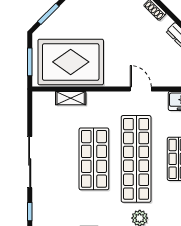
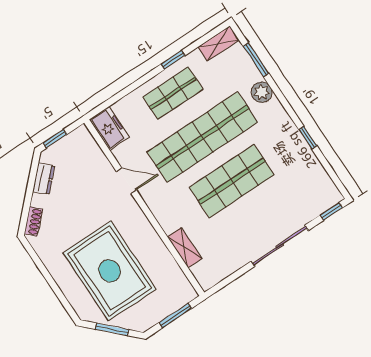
rug: (71, 62) -> (110, 271), moved
door: (141, 89) -> (126, 181), swing flipped

